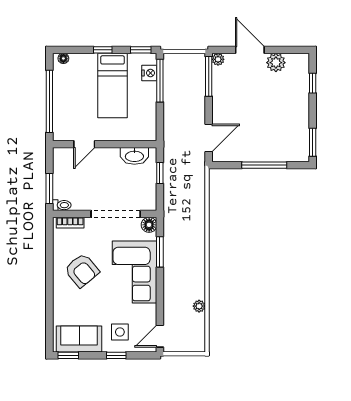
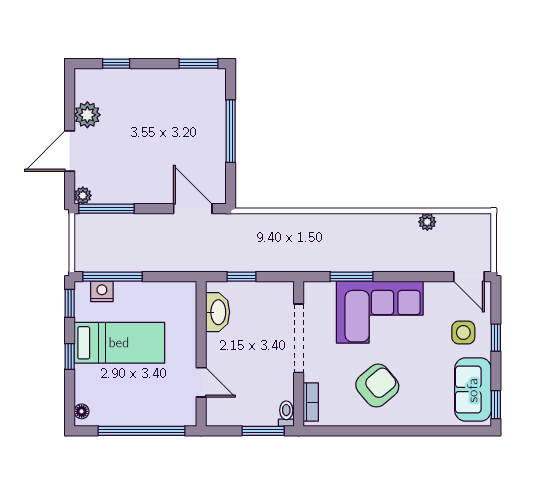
floor lamp: (149, 225) -> (314, 292), removed

